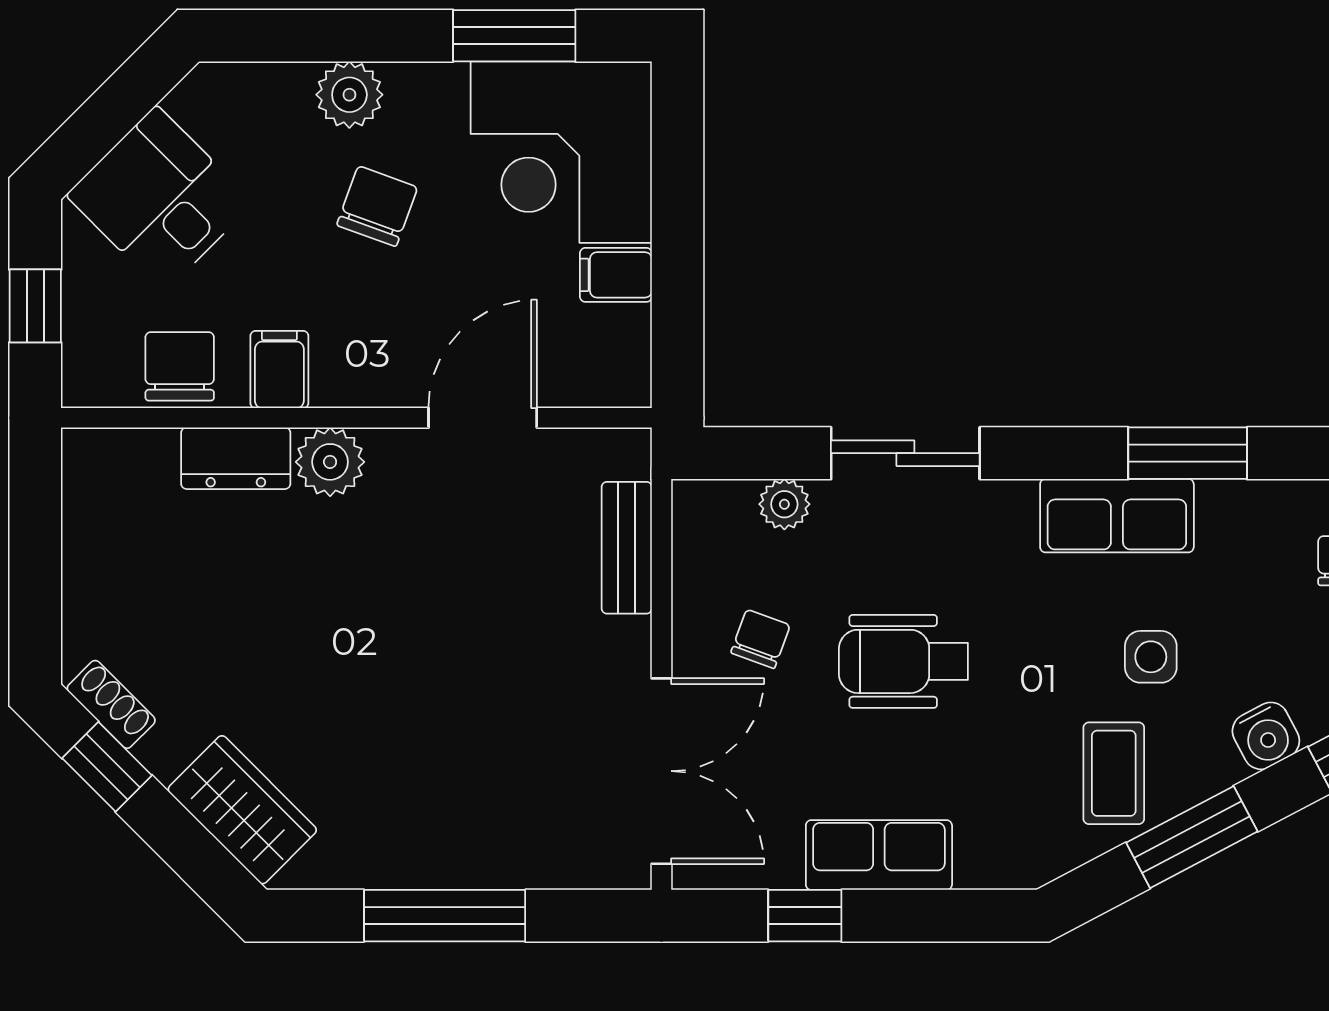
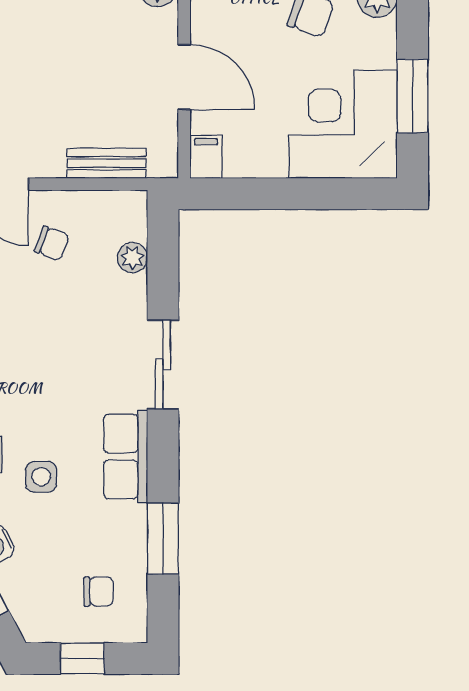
filing cabinet: (616, 275) -> (206, 157), moved
sliding door: (905, 453) -> (163, 364), moved
window: (1188, 453) -> (163, 539), moved
wheelchair: (903, 661) -> (38, 329), removed

